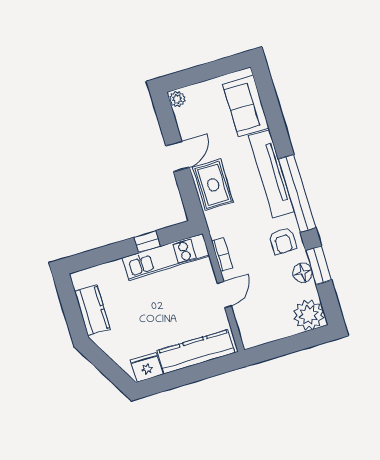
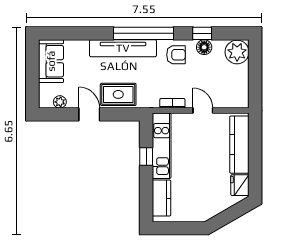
plant: (177, 99) -> (60, 102), moved
sofa: (246, 106) -> (51, 61), moved, turned -90
window: (319, 265) -> (202, 33), width x0.67
kitchen counter: (92, 310) -> (161, 198), moved, turned 90

